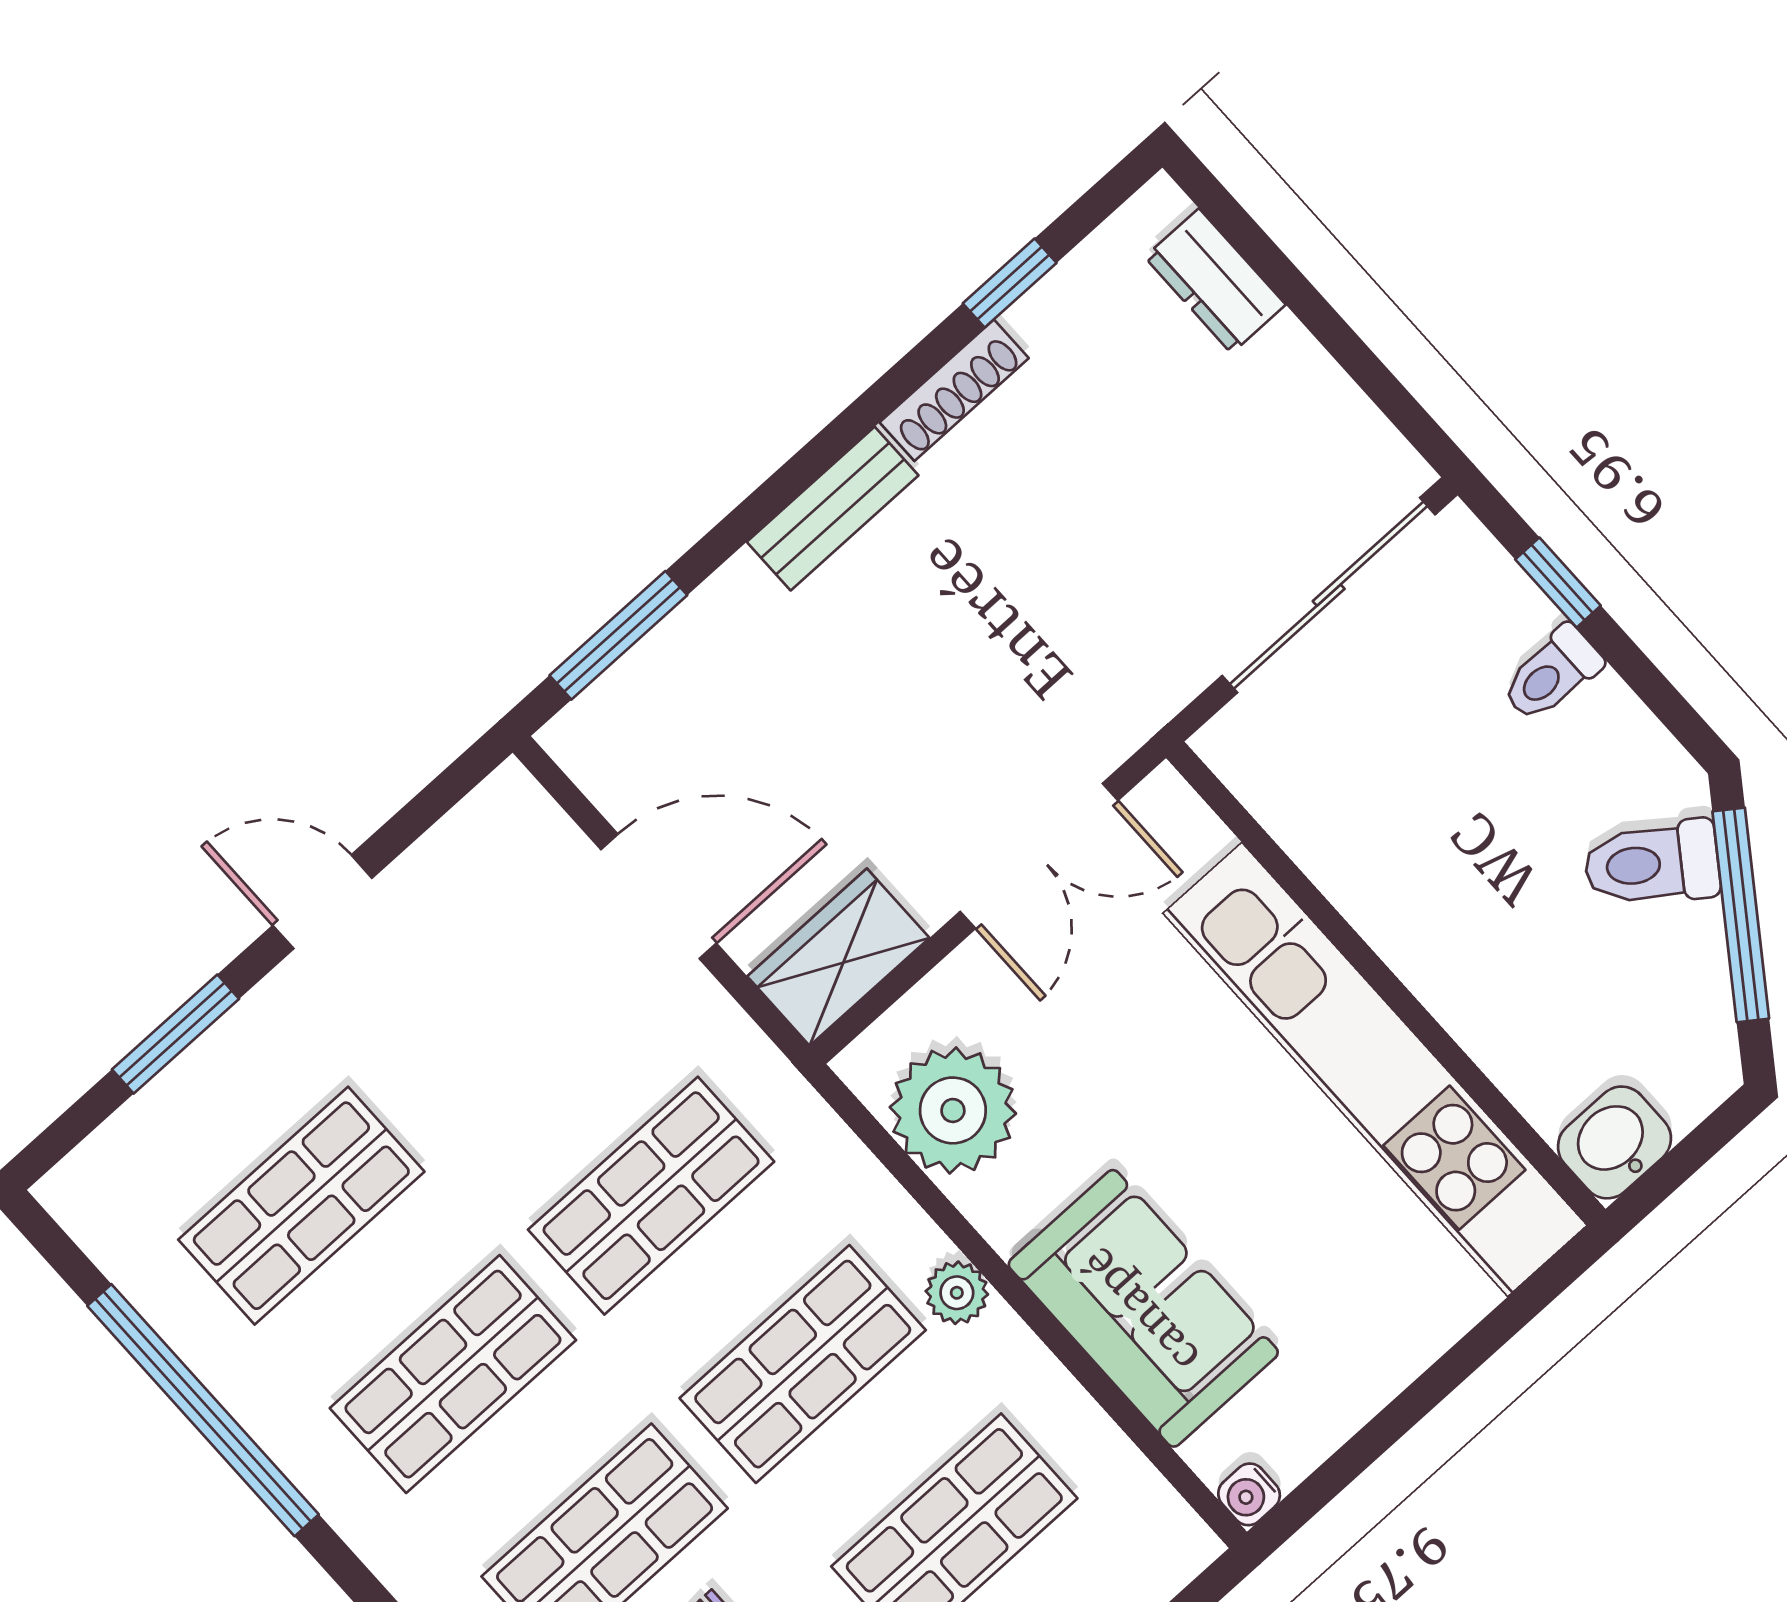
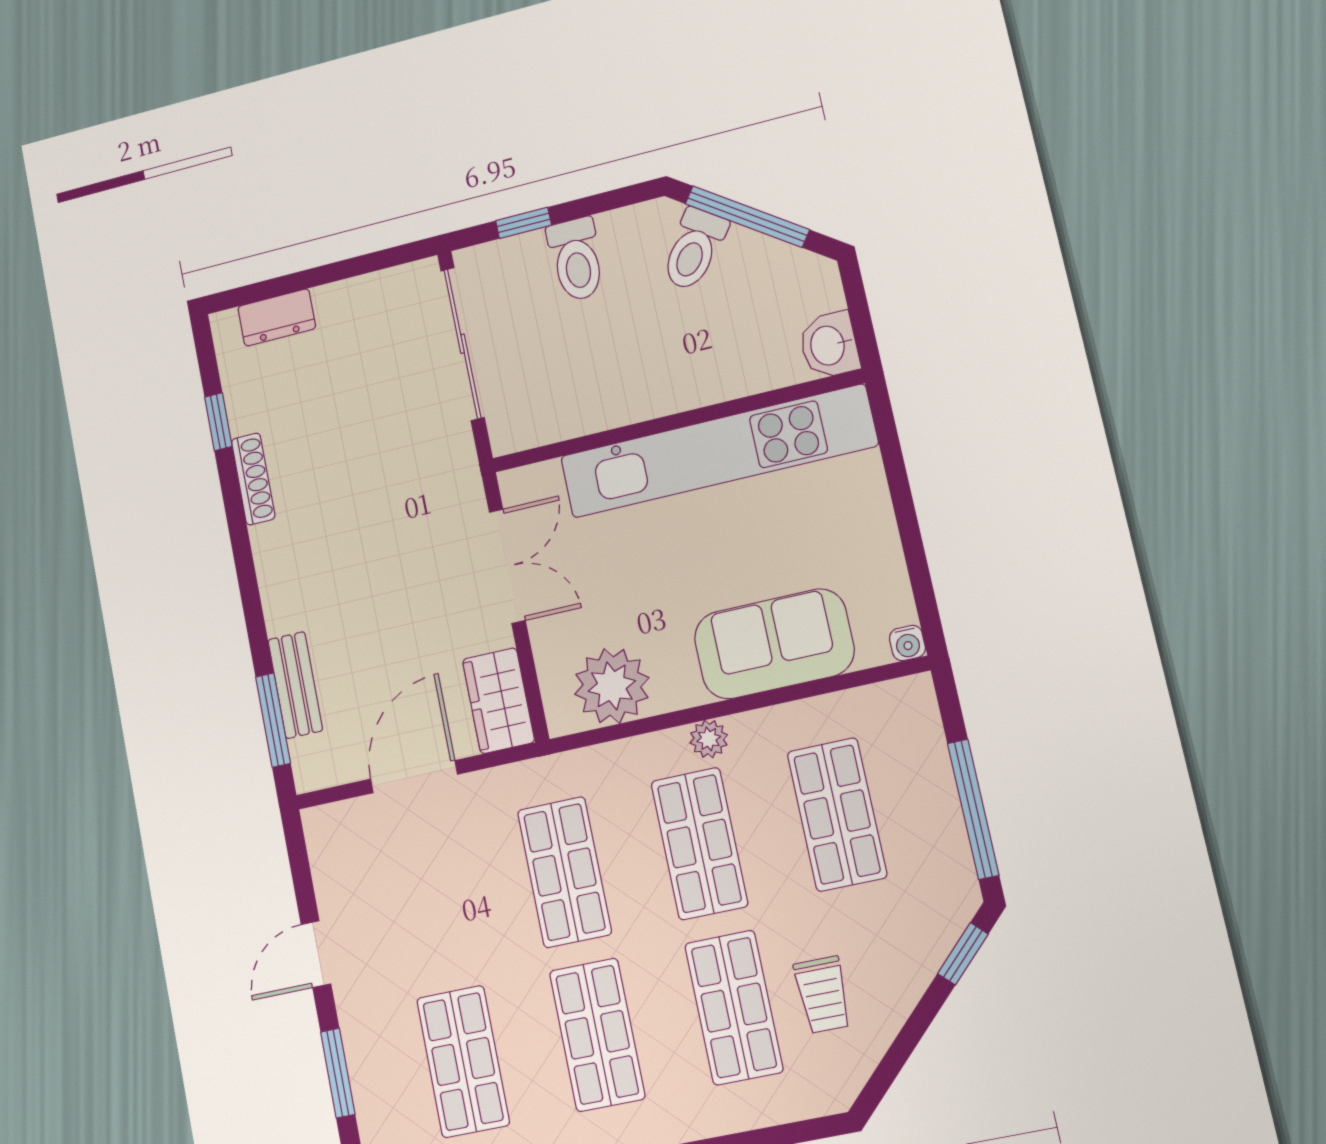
bench: (833, 509) -> (295, 685), moved
toilet: (1552, 674) -> (576, 259), width x1.37, depth x1.39

